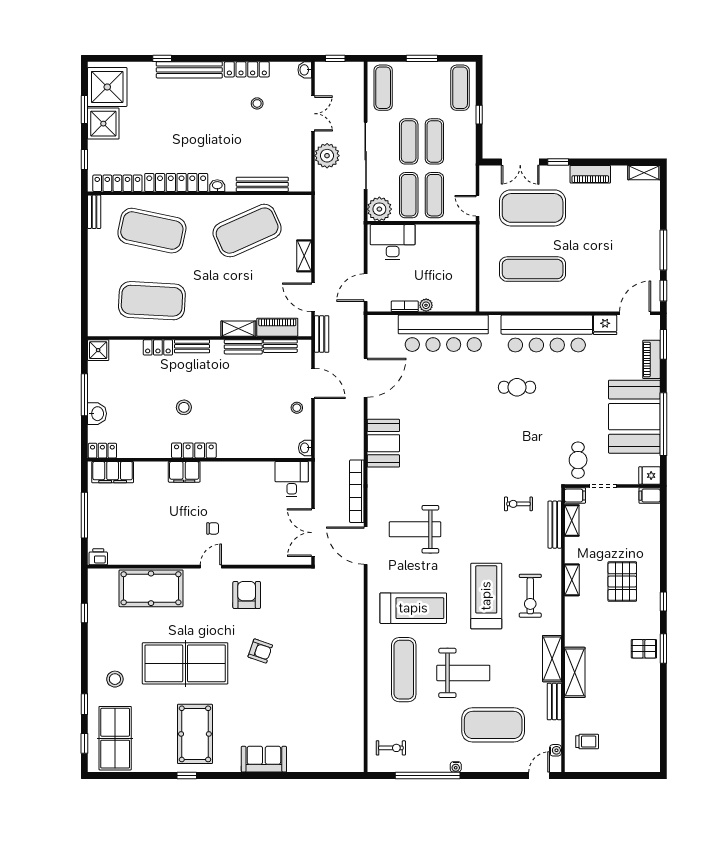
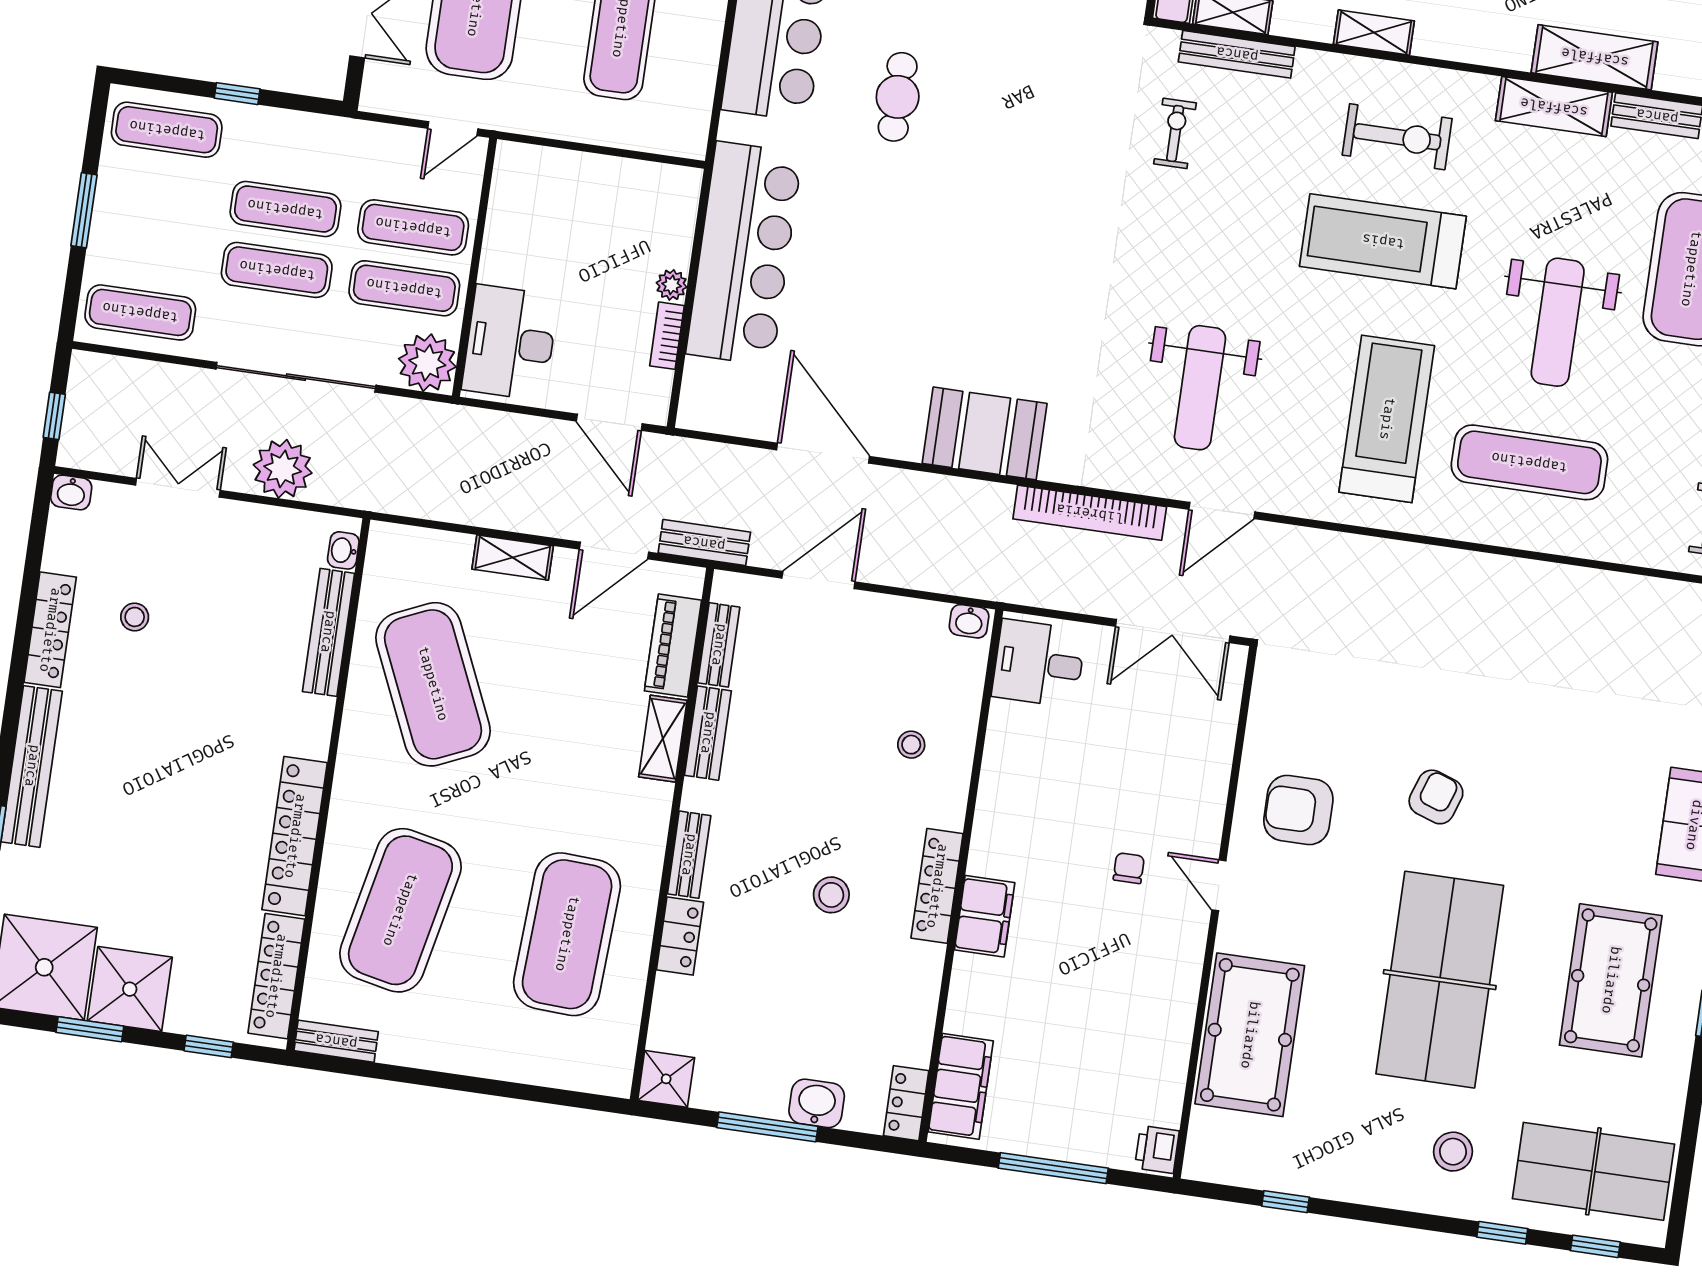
washbasin: (217, 186) -> (343, 550), moved
stool: (297, 408) -> (911, 745), moved
exercise bike: (518, 504) -> (1175, 133), turned 180
door: (366, 546) -> (1222, 511), width x0.73
weight bench: (463, 673) -> (1558, 322), turned 180
pool table: (195, 734) -> (1611, 980), turned 90

